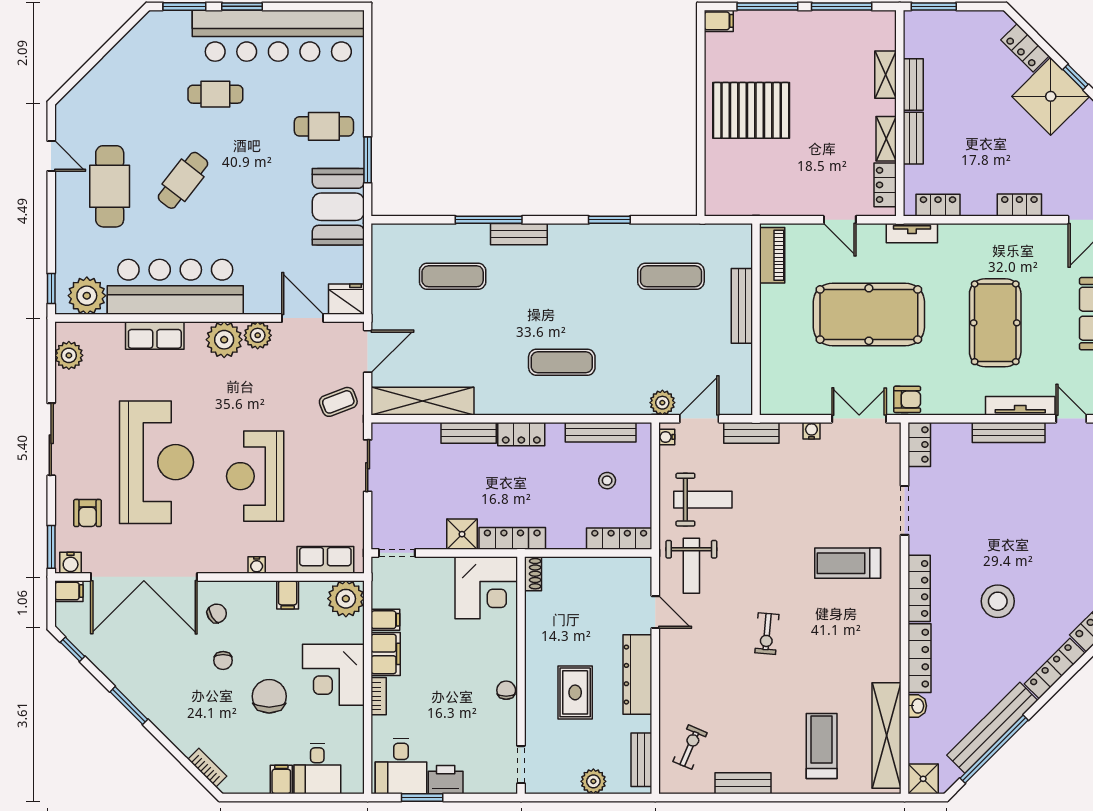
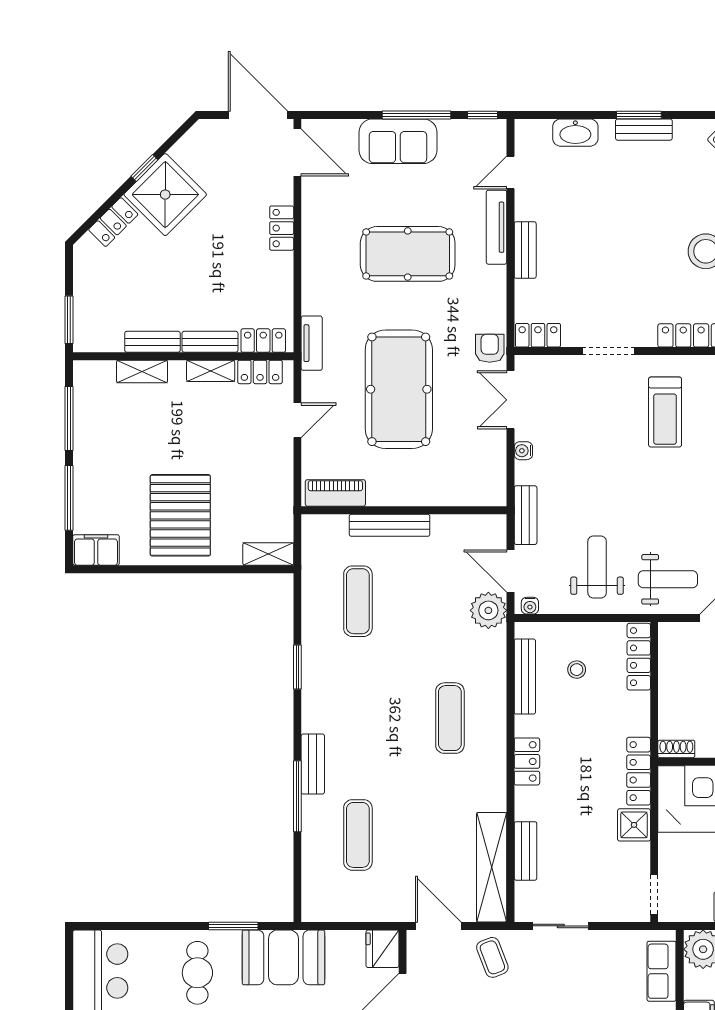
filing cabinet: (719, 21) -> (96, 550), width x2.00
shelving: (715, 193) -> (268, 554), added
locker: (938, 205) -> (263, 341), moved, turned 90
plant: (662, 403) -> (488, 610), width x1.36, depth x1.36
bench: (1009, 432) -> (525, 250), width x0.73
bench: (469, 433) -> (525, 851), moved

